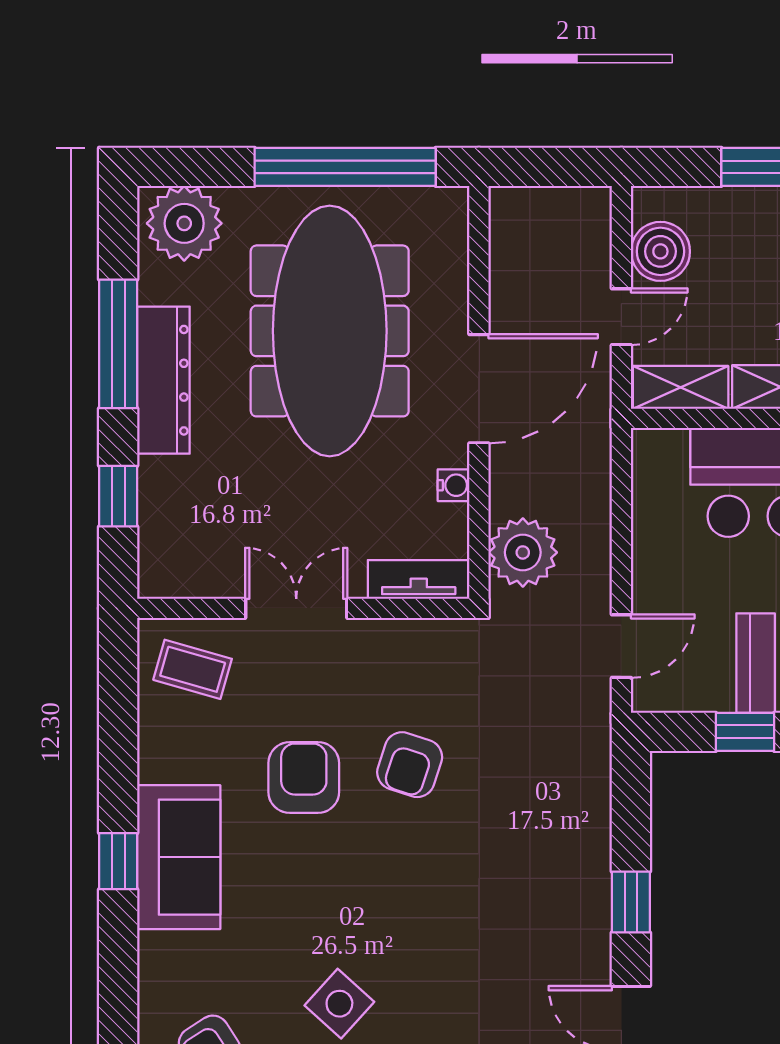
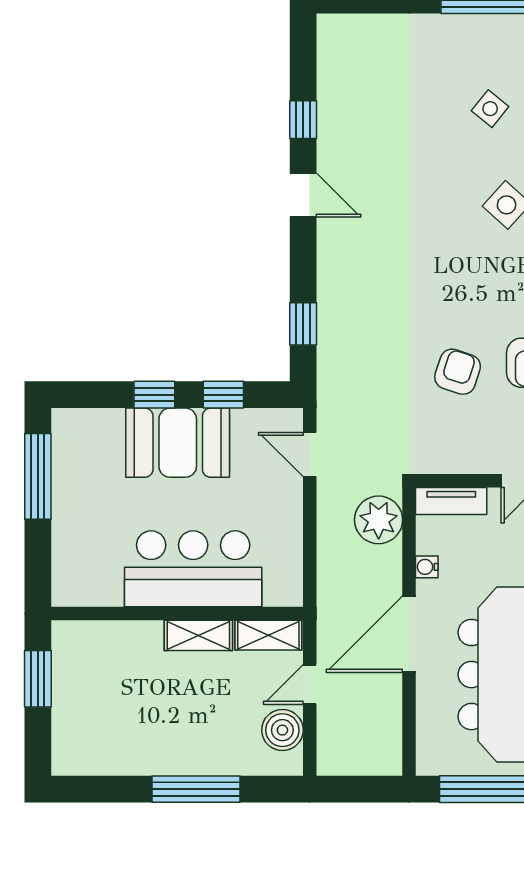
door: (621, 646) -> (310, 454), hinge flipped
window: (631, 902) -> (303, 324), moved

